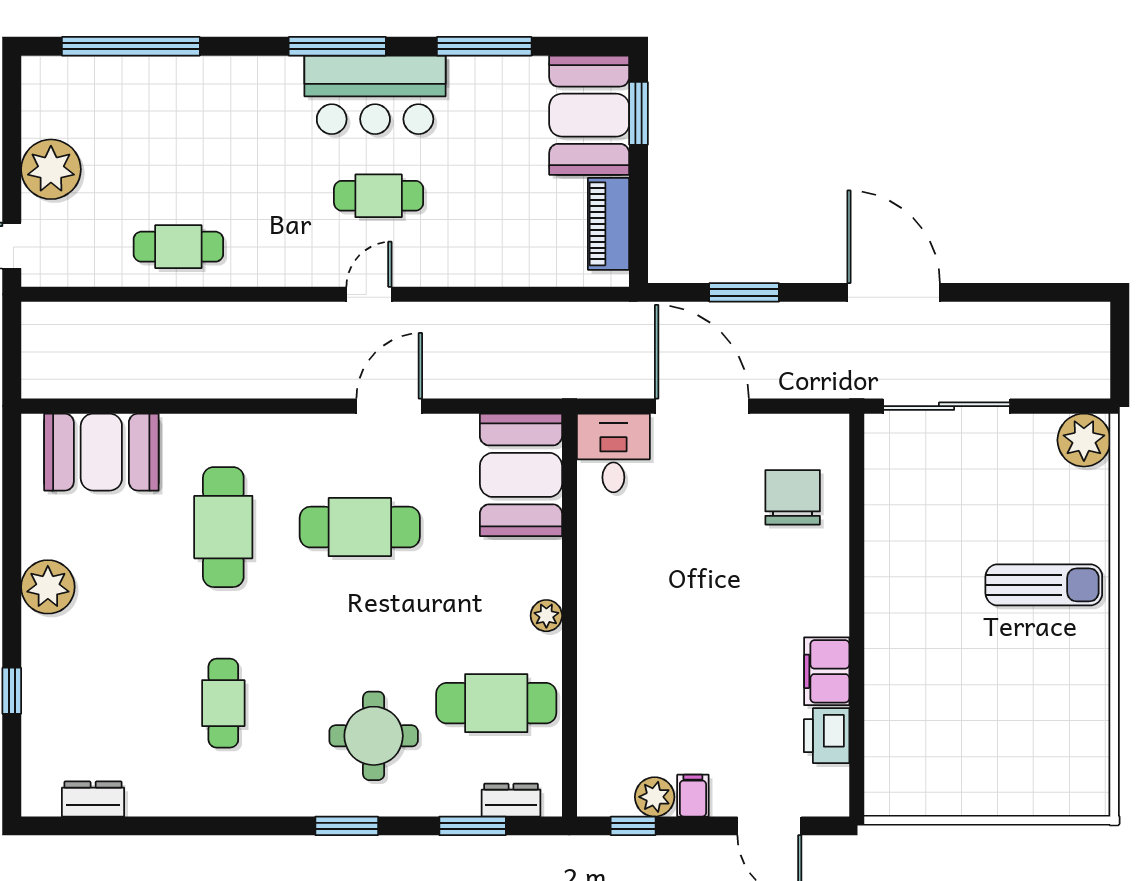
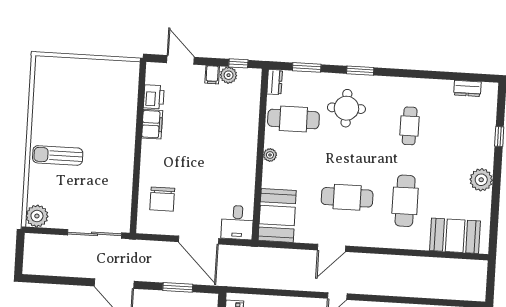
dresser: (511, 800) -> (275, 82), moved, turned -90

